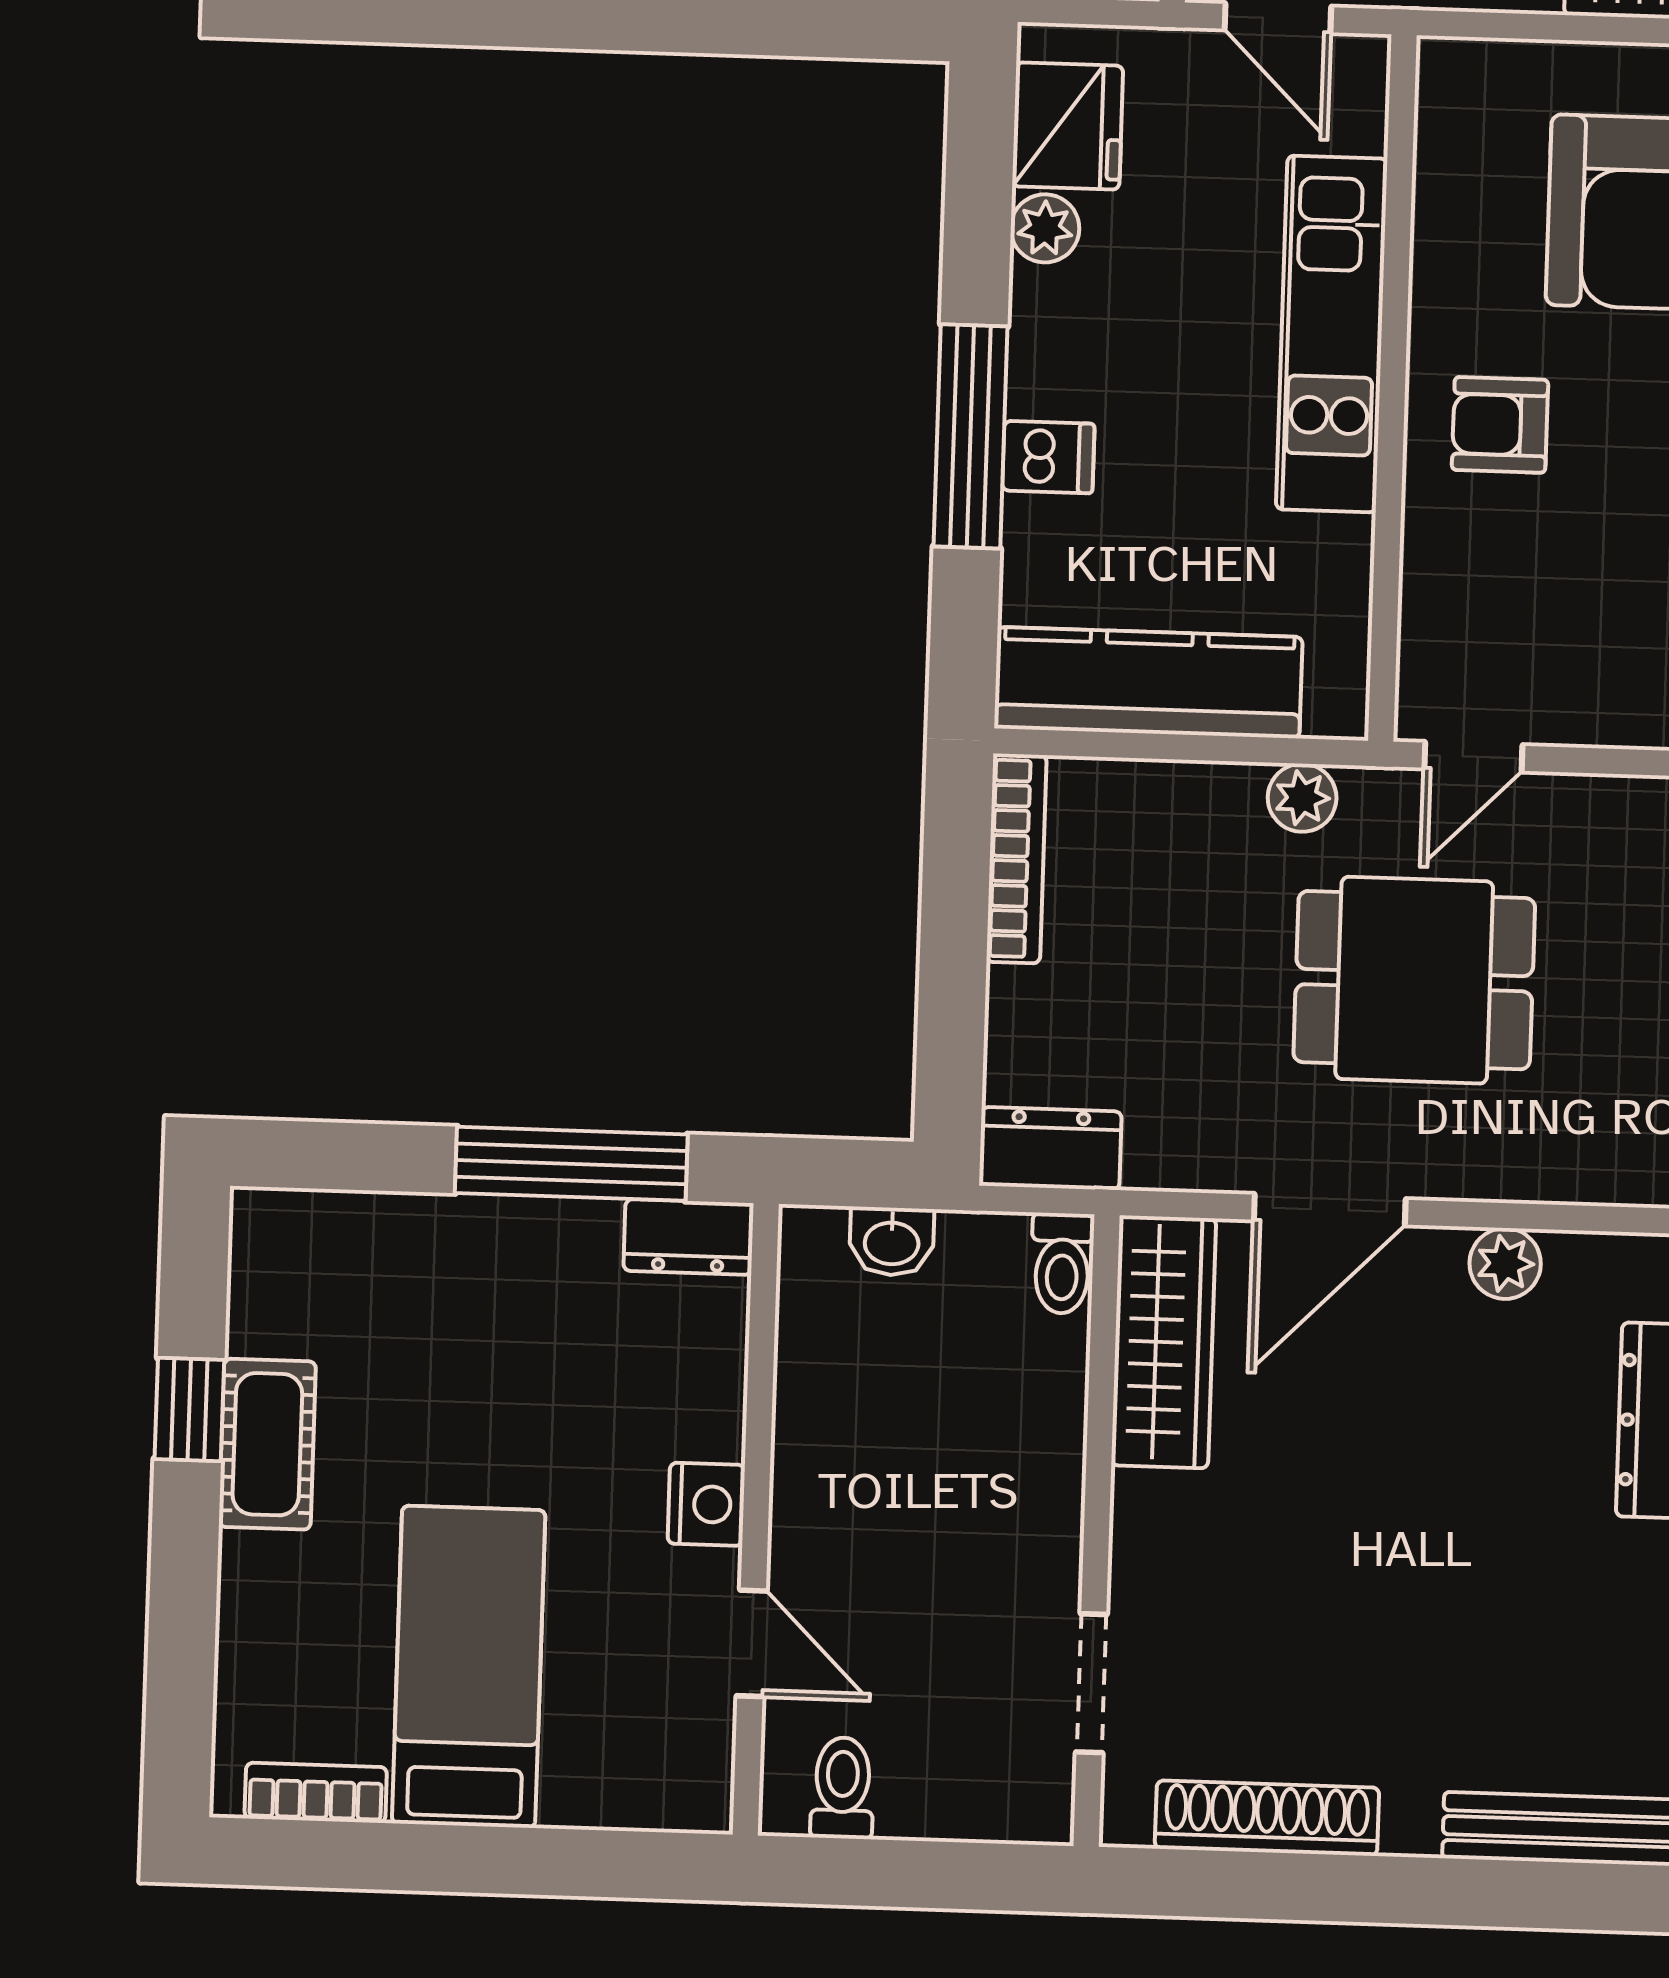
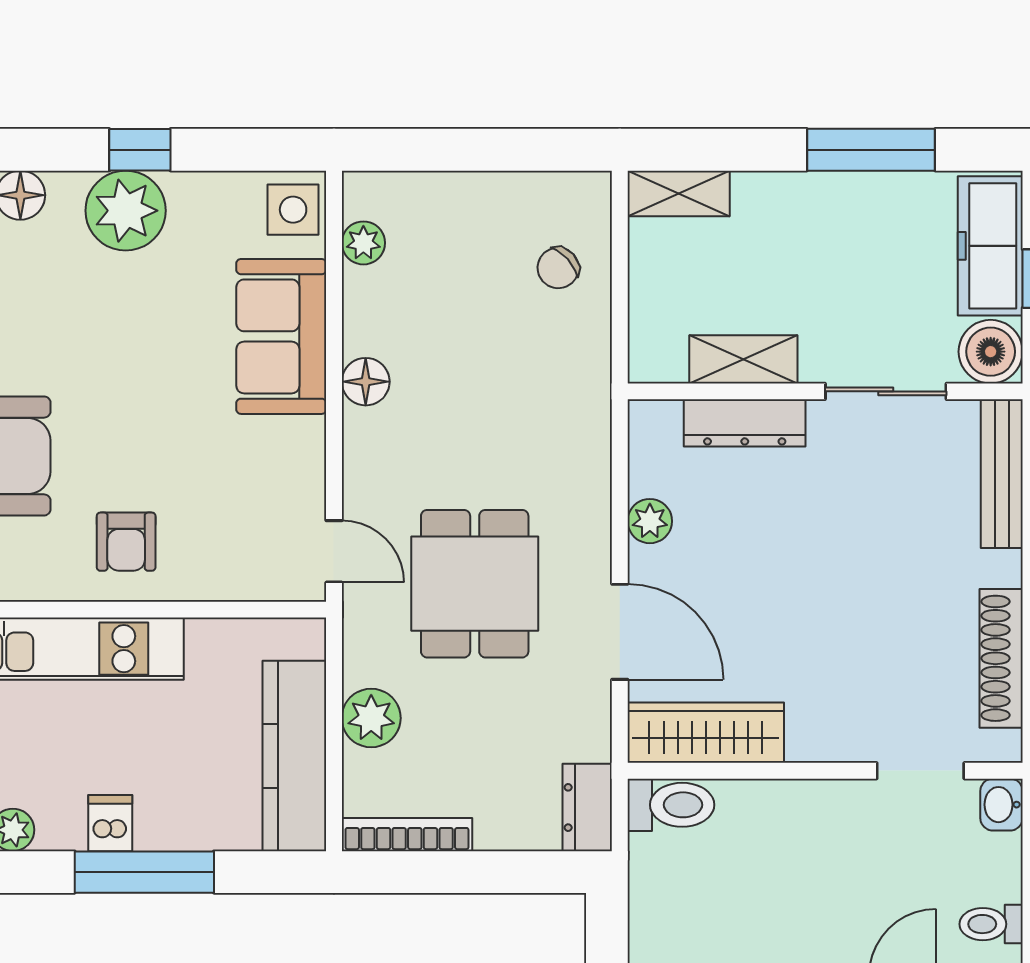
dishwasher: (1048, 457) -> (110, 823), moved
plant: (1302, 798) -> (371, 718), moved, width x1.38, depth x1.38
washbasin: (892, 1241) -> (1001, 805), moved, turned 180
toilet: (1062, 1263) -> (671, 805), width x1.37, depth x1.39

